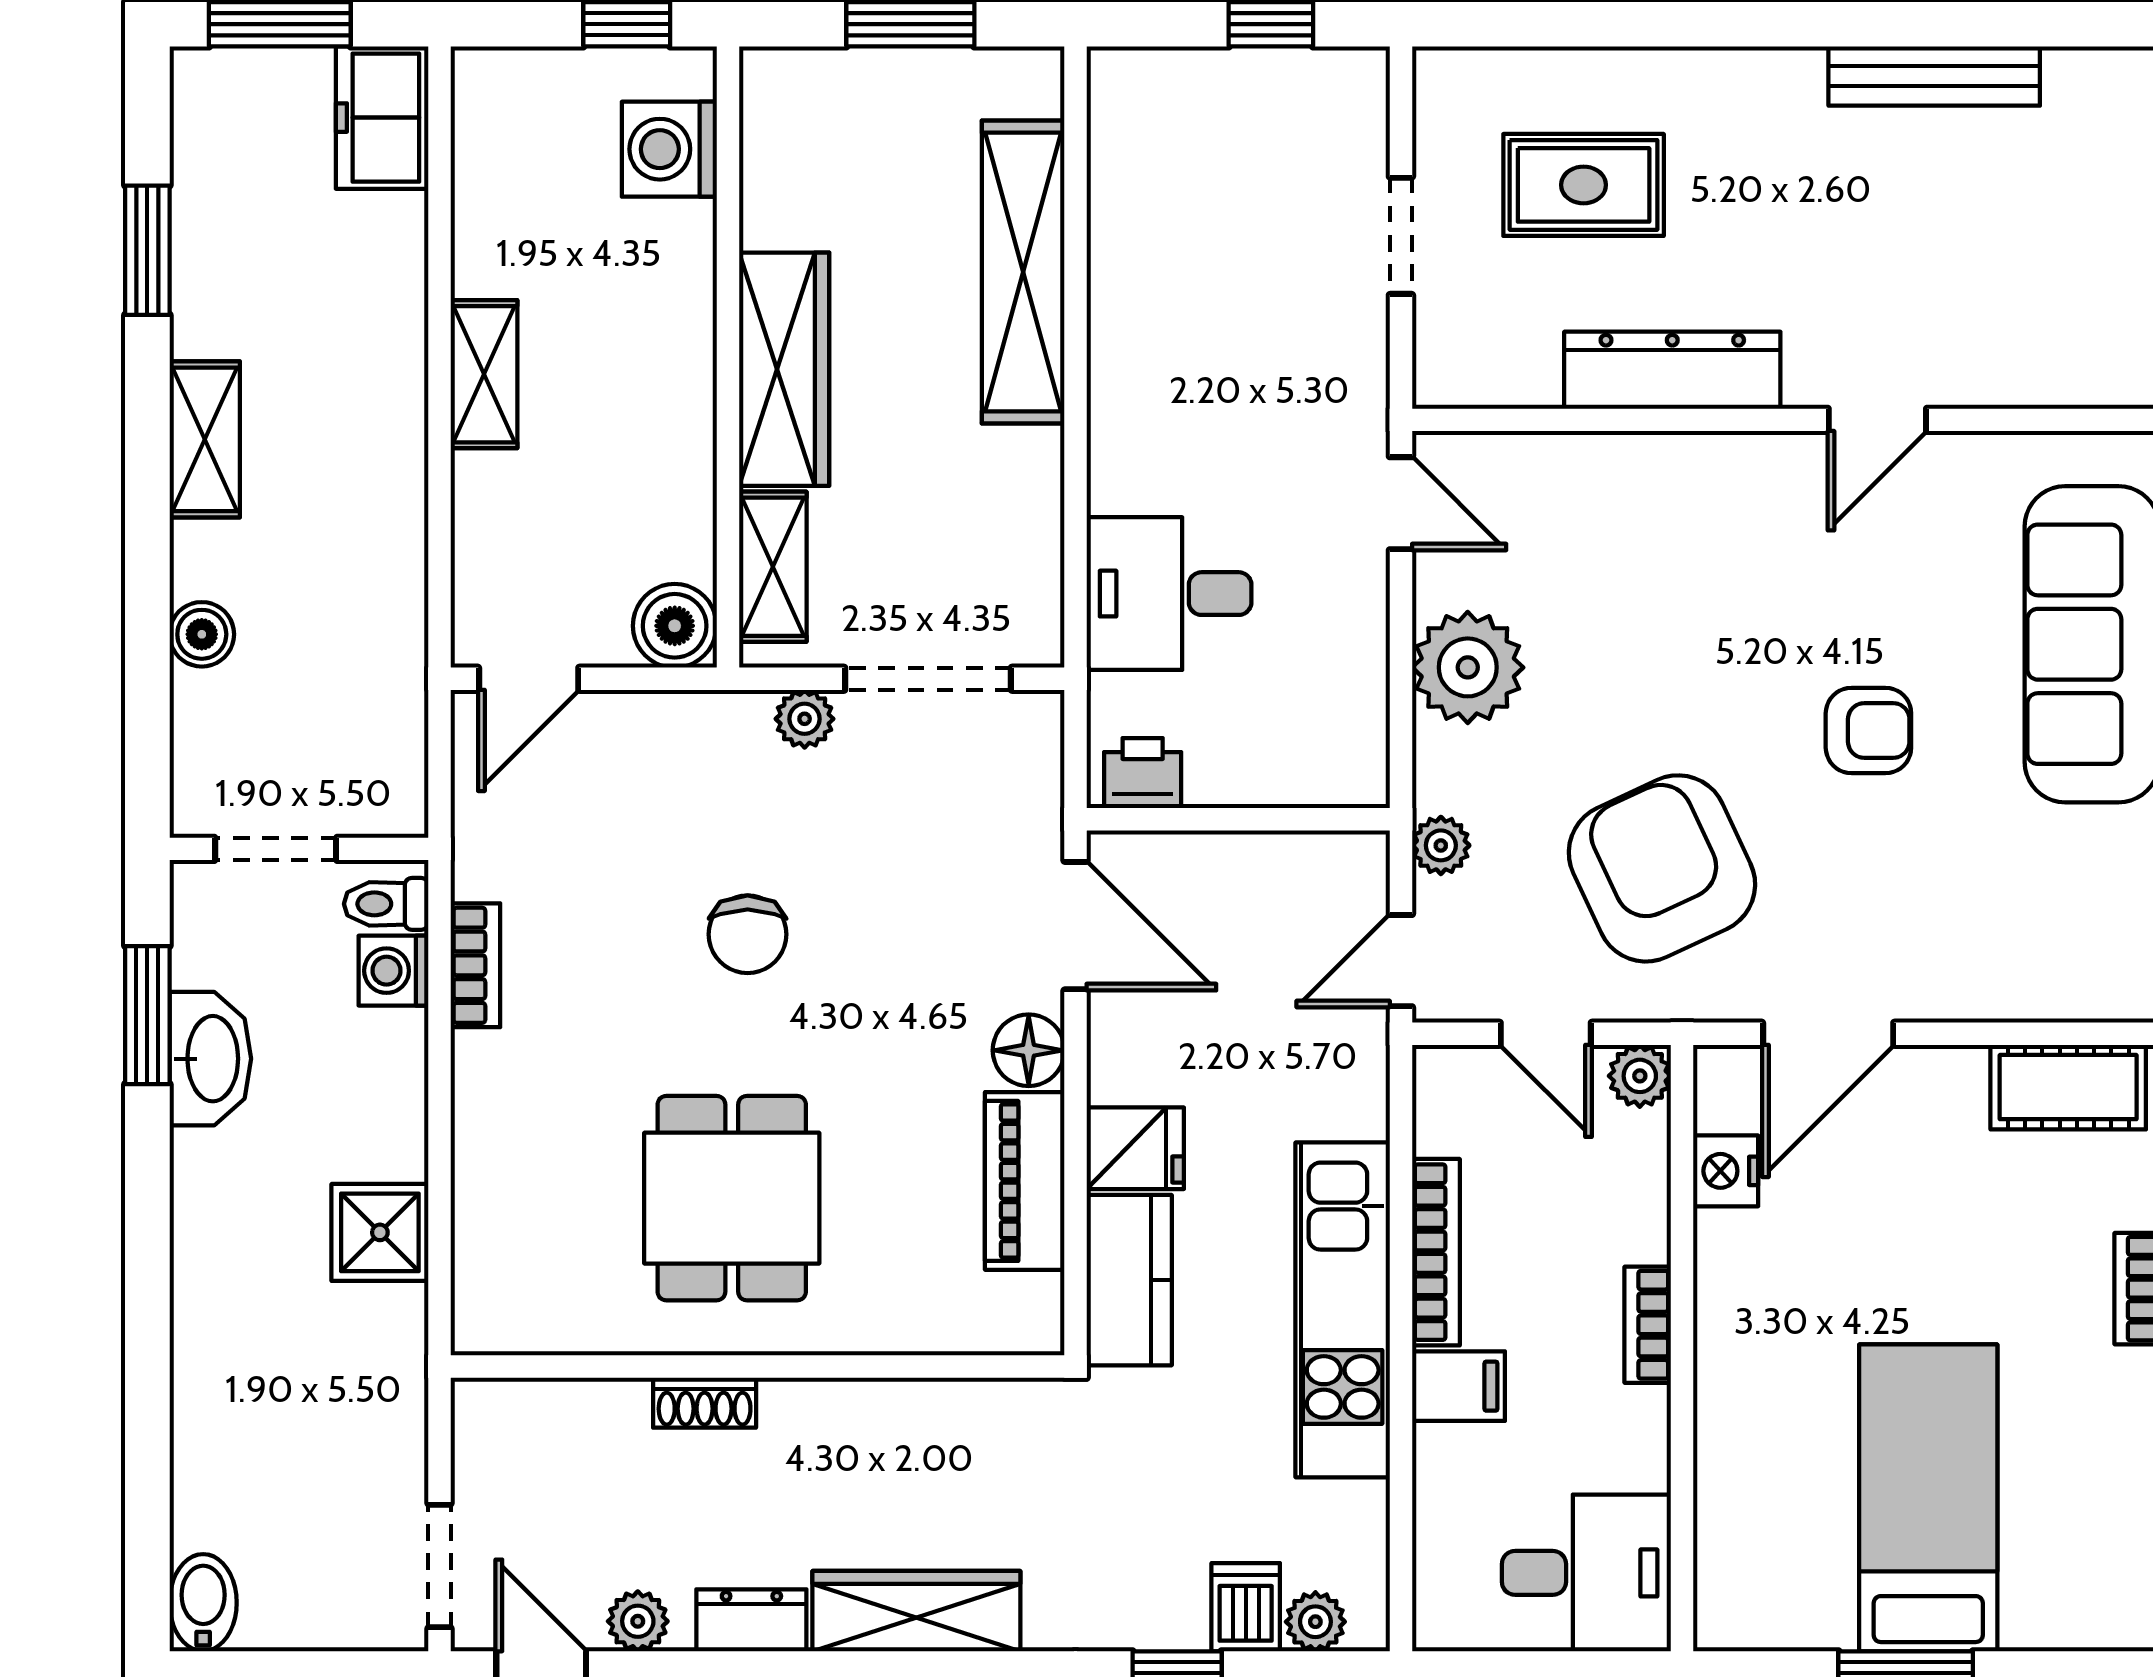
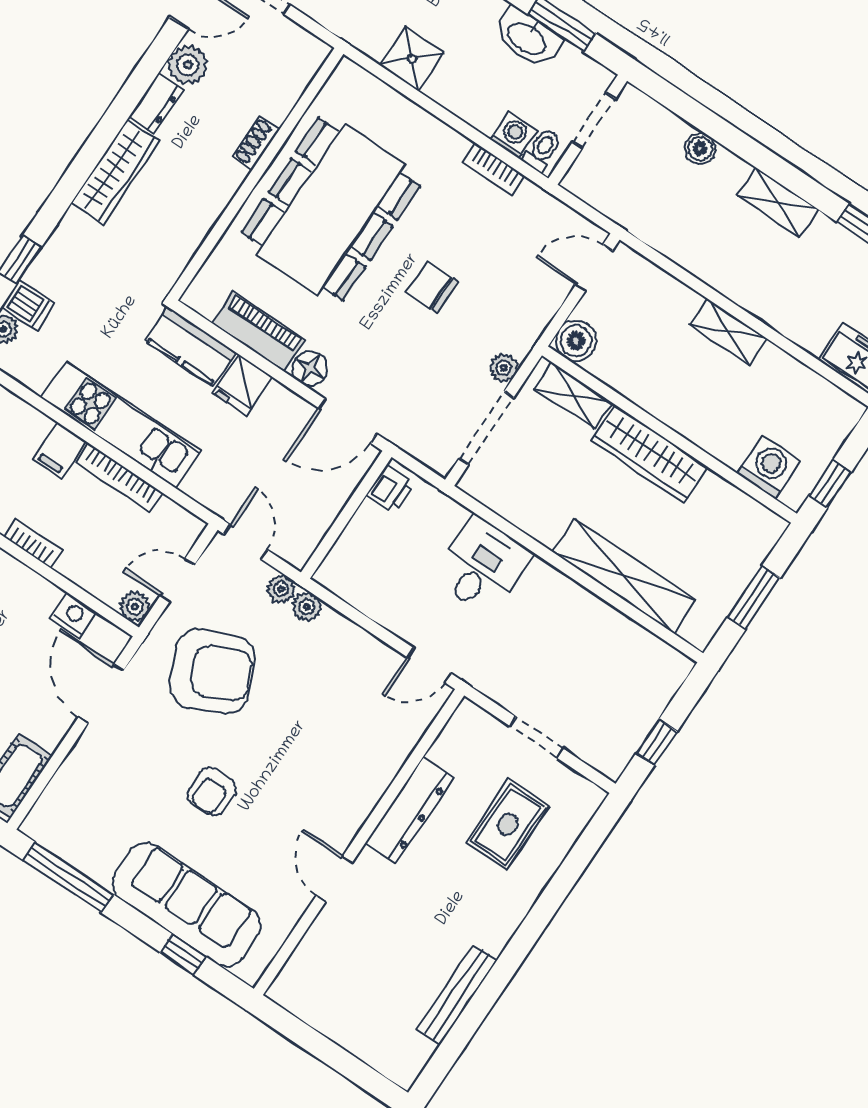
desk: (1169, 594) -> (482, 566), moved
plant: (1468, 667) -> (307, 607), moved, width x0.53, depth x0.53
door: (529, 679) -> (594, 268), hinge flipped
dining table: (732, 1198) -> (331, 209), width x1.88, depth x1.24
plant: (638, 1621) -> (188, 65), width x1.38, depth x1.38

